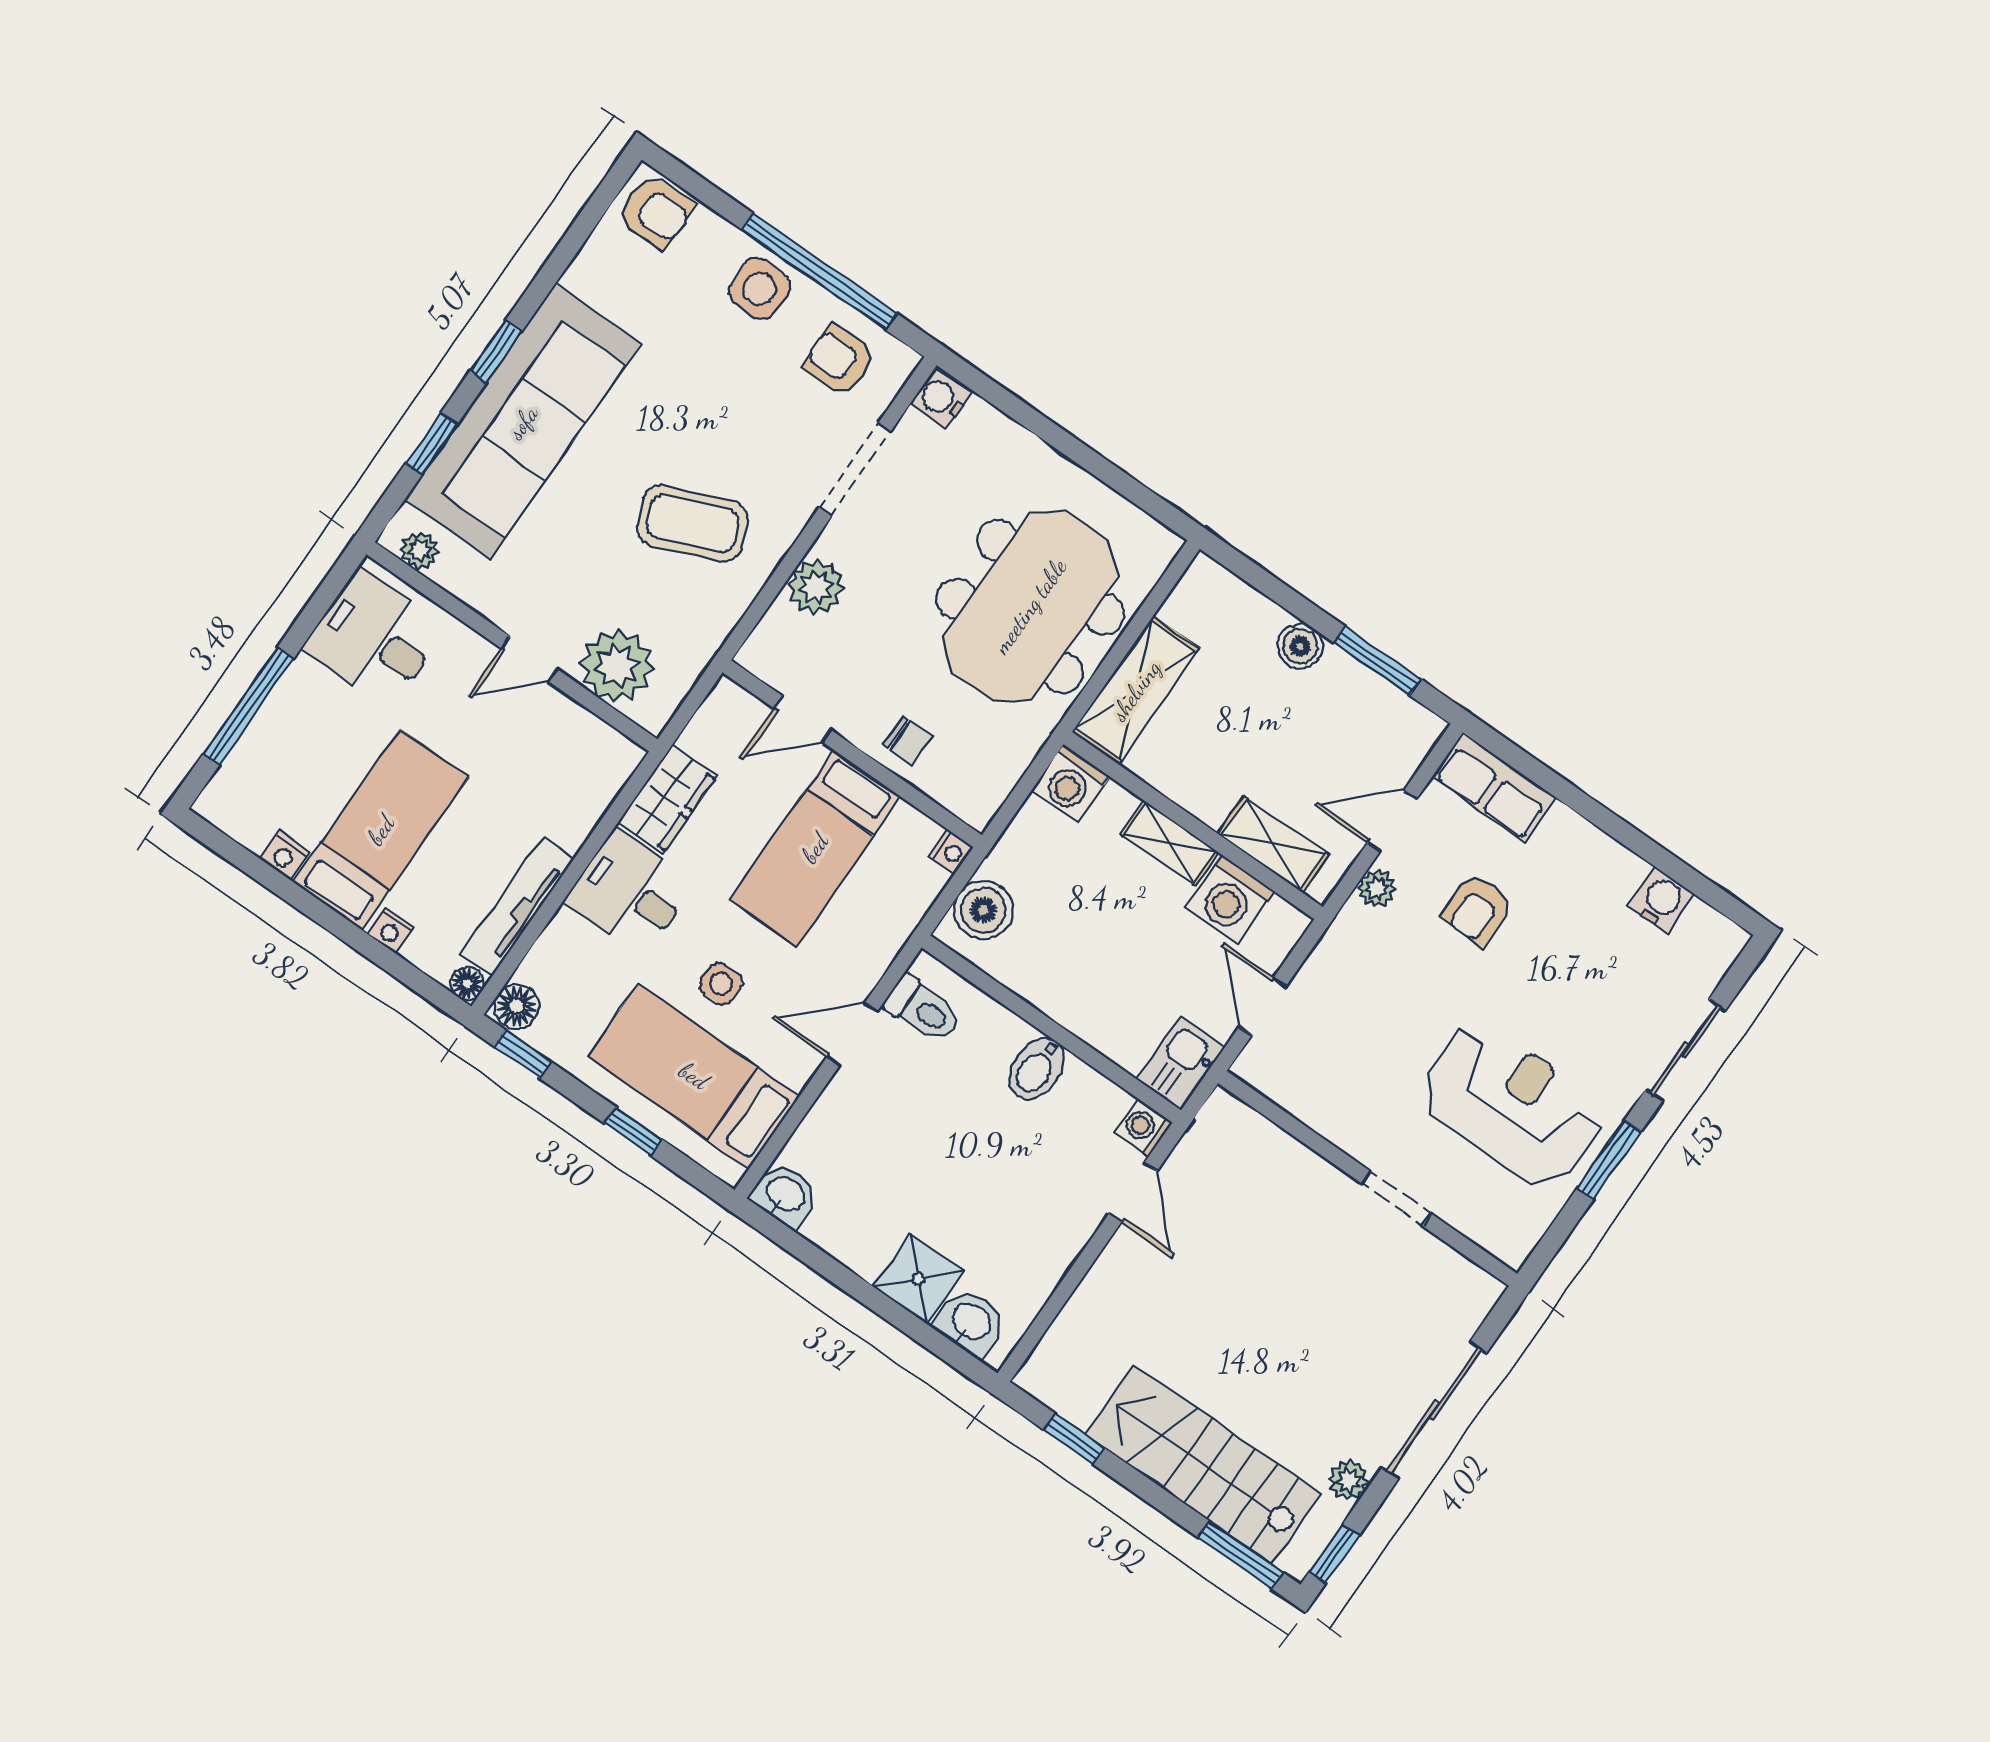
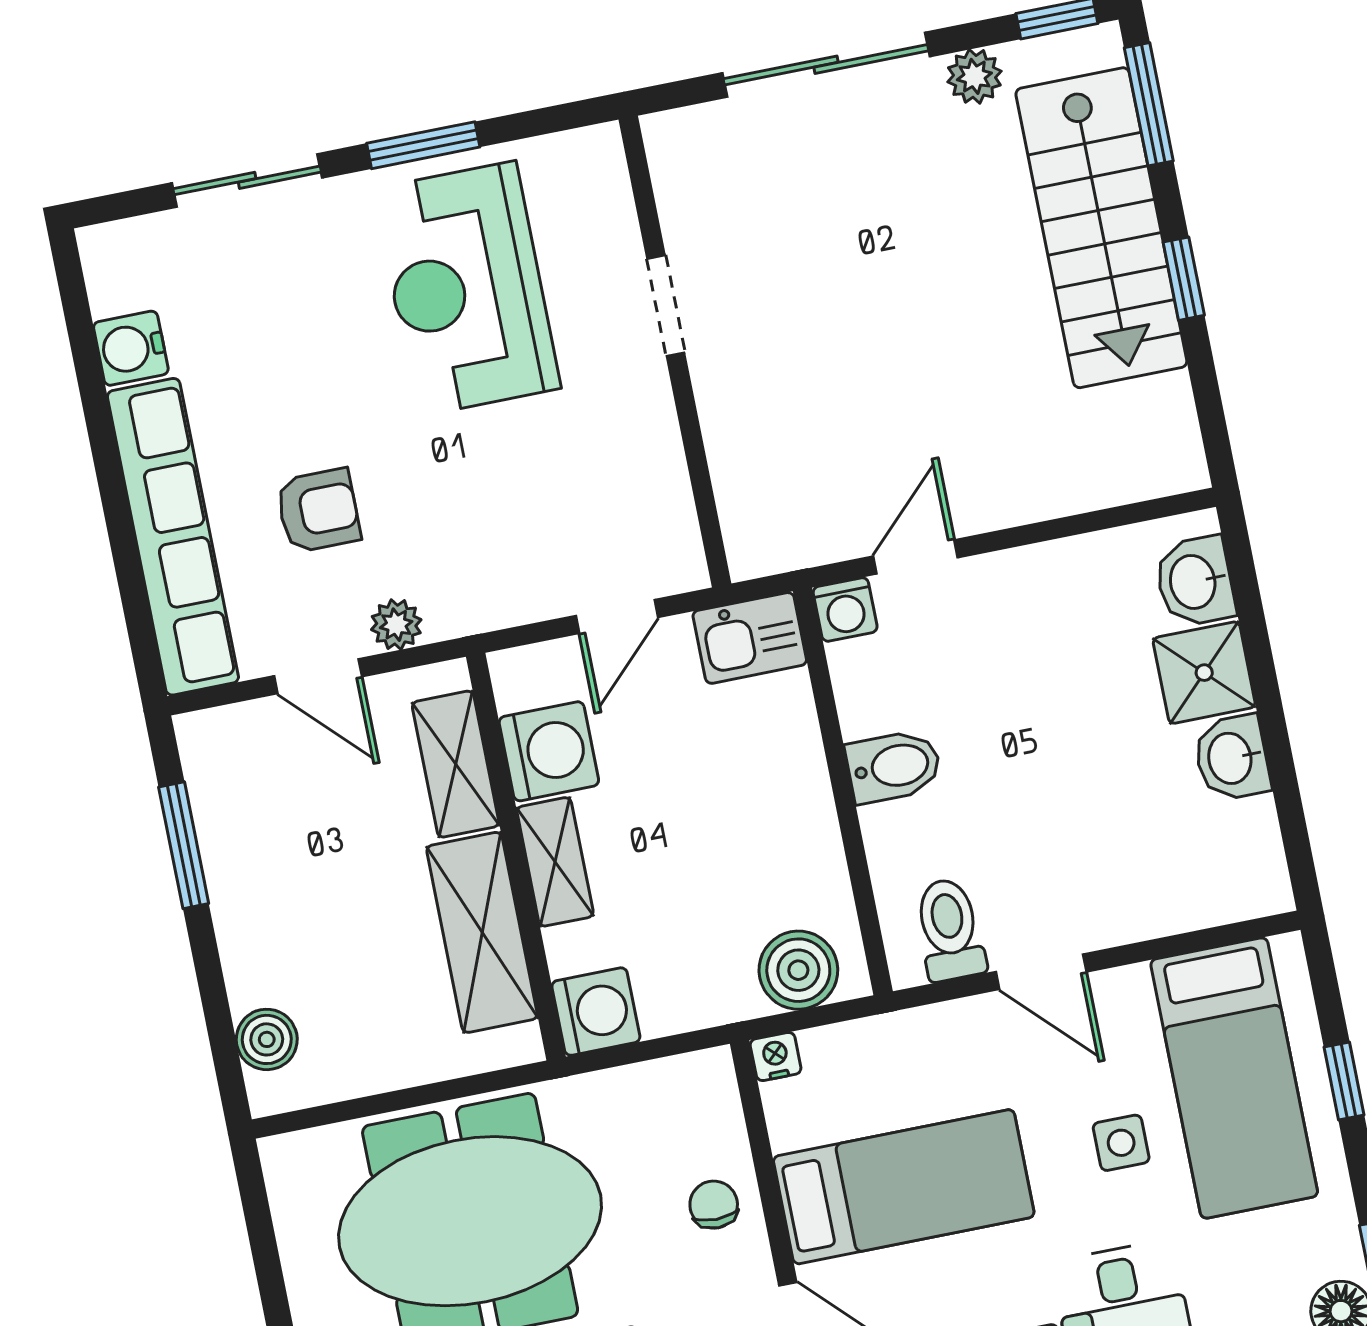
boiler: (1300, 646) -> (267, 1039), moved
shelving: (1136, 690) -> (482, 932), moved, turned 90
row of seats: (1494, 787) -> (173, 537), width x2.02
washbasin: (785, 1195) -> (1232, 758), moved
window: (1074, 1439) -> (1184, 279), moved

